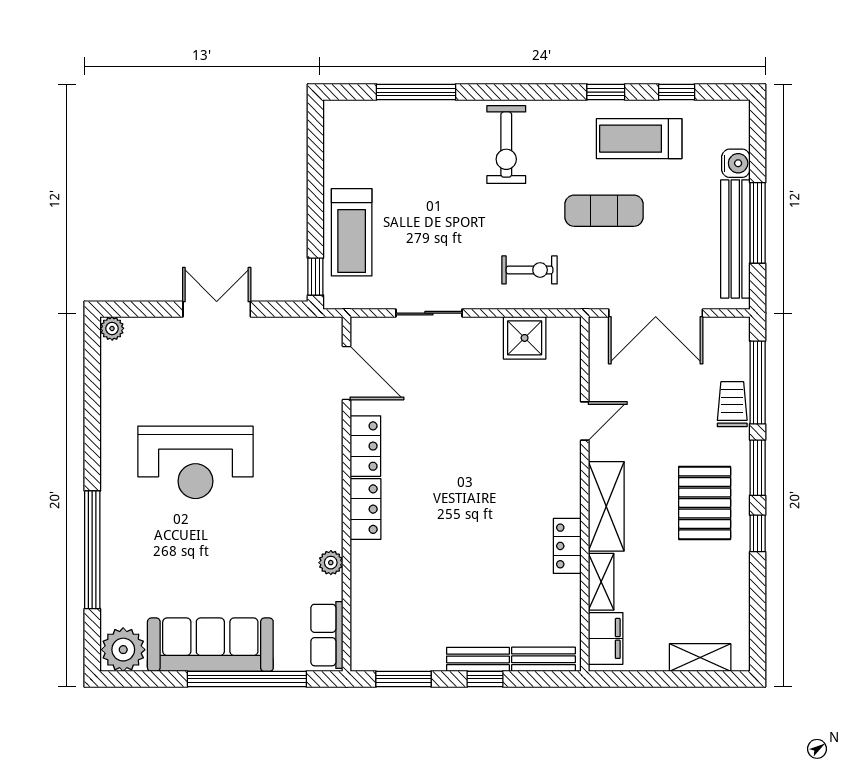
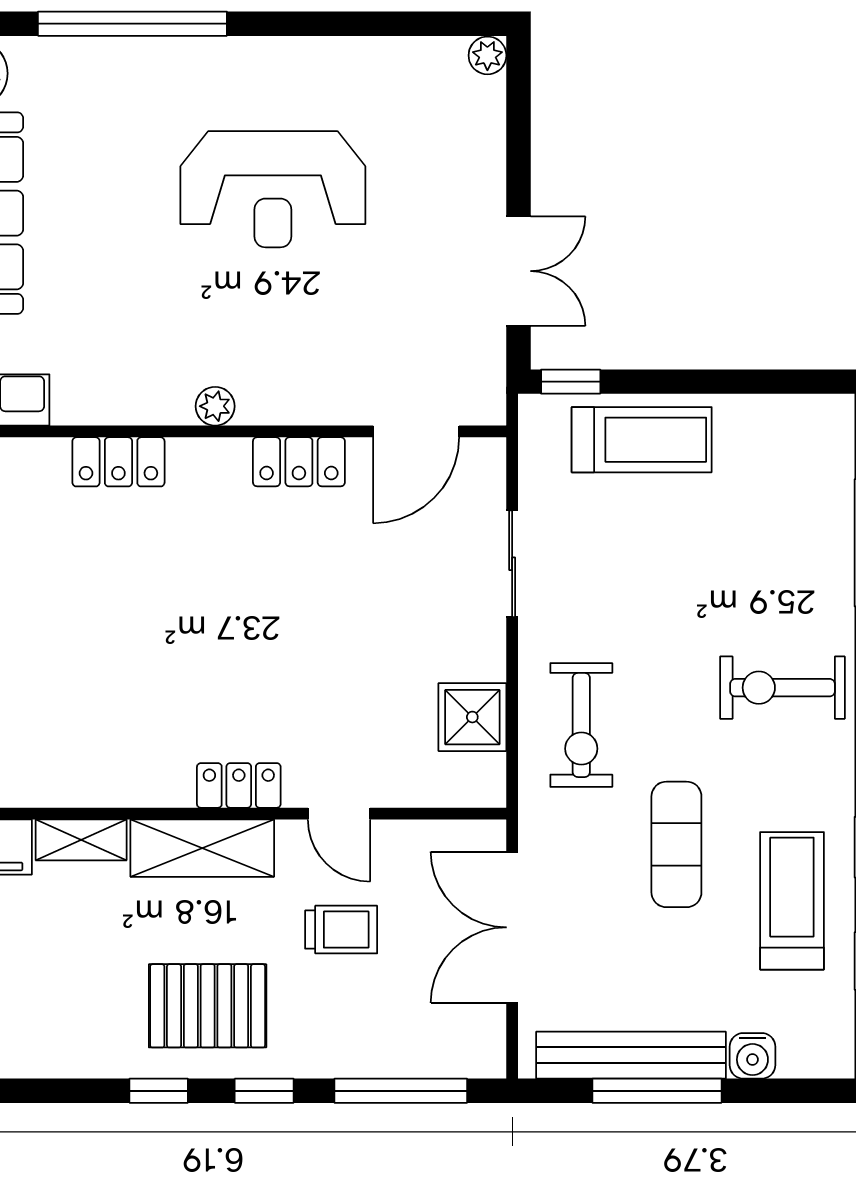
treadmill: (352, 232) -> (642, 440), turned 180
exercise bike: (530, 270) -> (581, 725), width x1.38, depth x1.39
double door: (217, 309) -> (518, 271), moved
trolley: (732, 404) -> (341, 930), moved
reception desk: (195, 462) -> (273, 189), turned -90
window: (758, 468) -> (264, 1091), width x0.67
locker: (365, 509) -> (118, 462), moved
locker: (567, 546) -> (239, 785), moved
plant: (331, 563) -> (215, 406), moved

